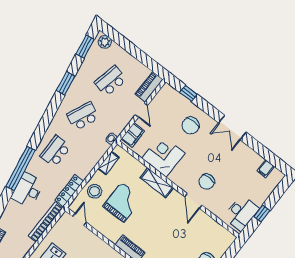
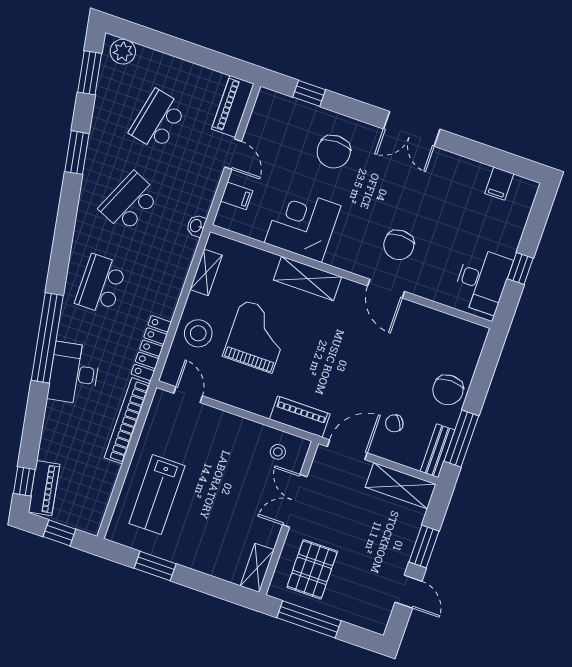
filing cabinet: (133, 135) -> (237, 196), width x0.50

